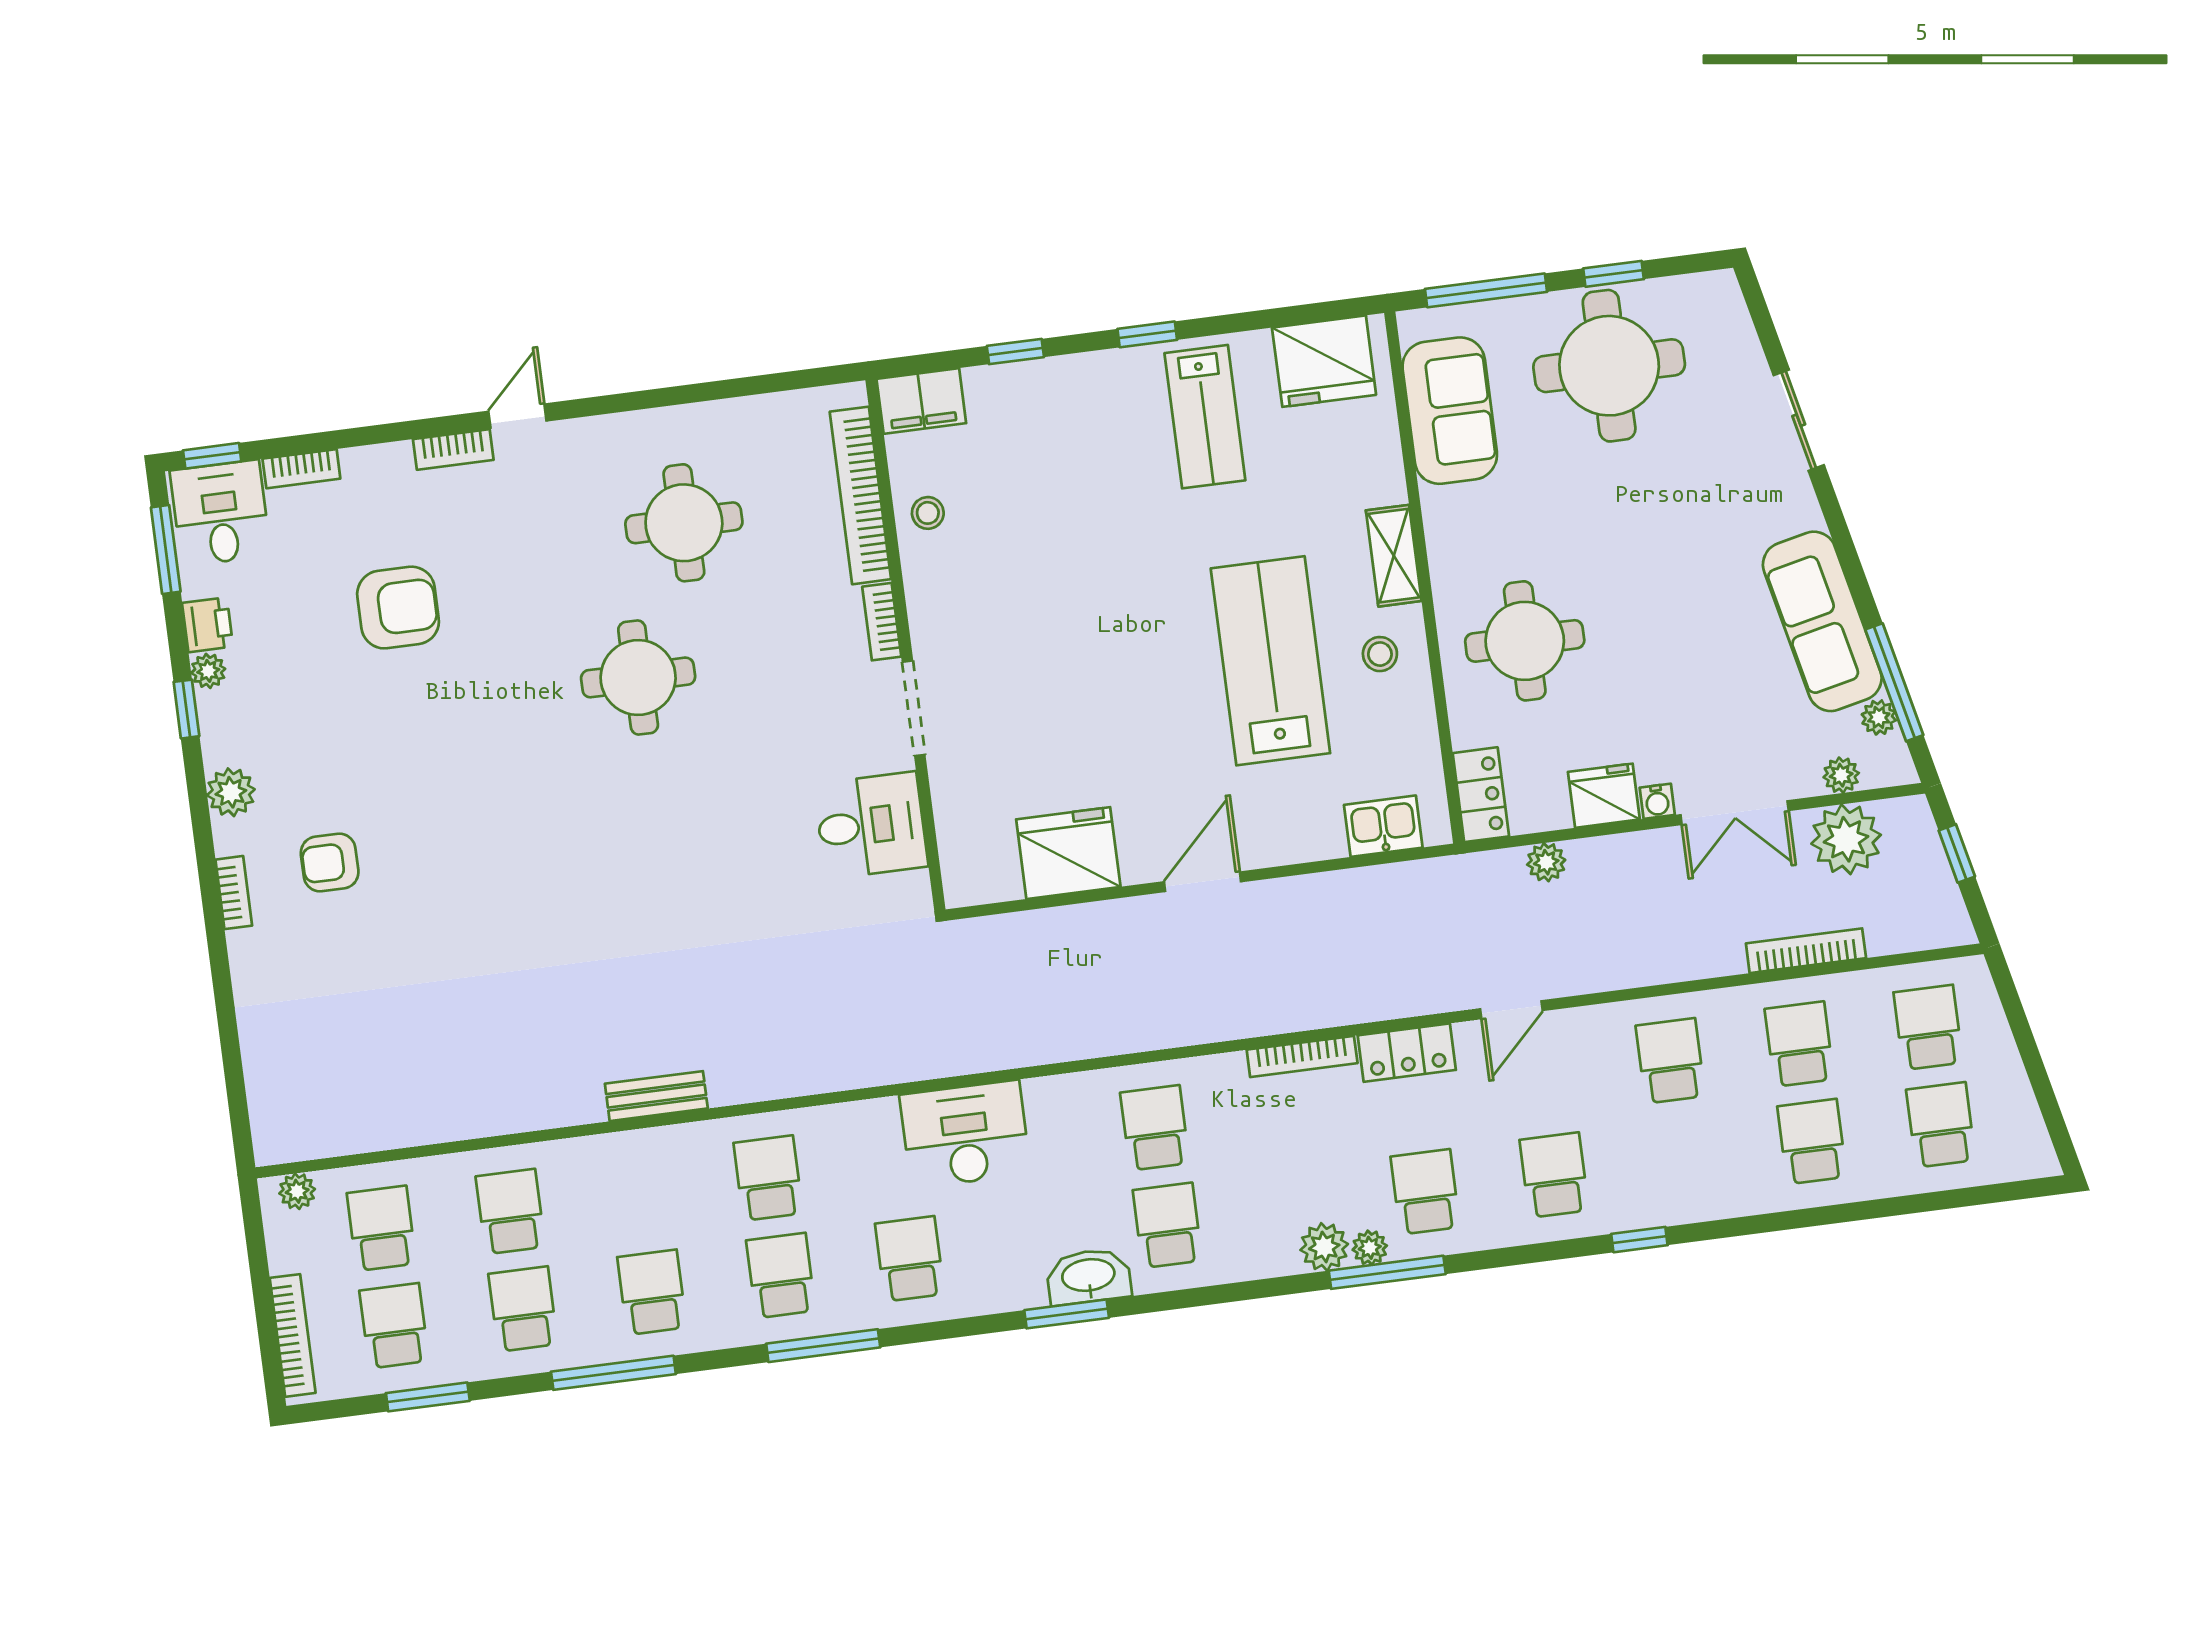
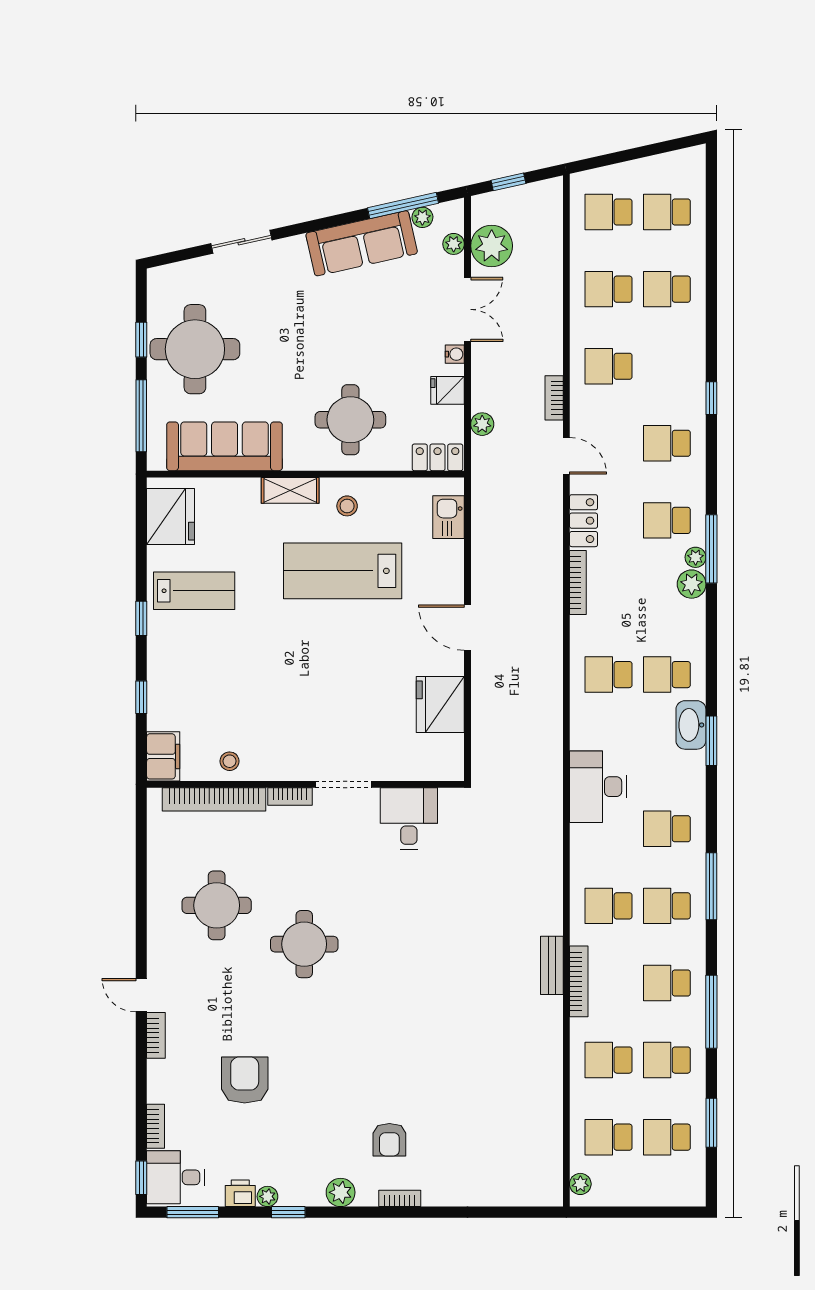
sofa: (1450, 411) -> (225, 446), width x1.36
fridge: (1604, 796) -> (447, 390), width x0.72
bookcase: (1806, 951) -> (554, 398), moved, width x0.64
bookcase: (293, 1335) -> (579, 981), moved, turned 90

